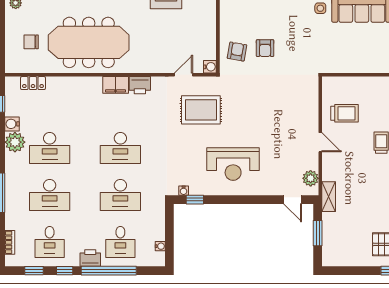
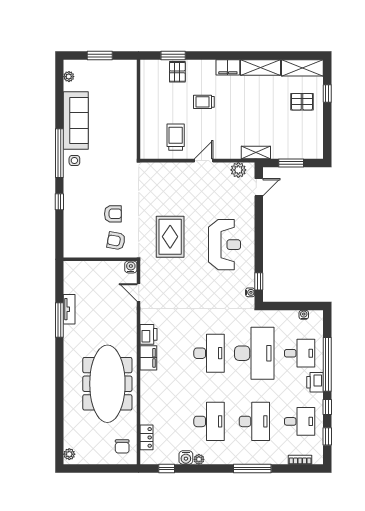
chair: (31, 42) -> (122, 446), moved
rug: (201, 110) -> (170, 237), moved
plant: (15, 142) -> (199, 459), width x0.53, depth x0.53
desk: (120, 195) -> (254, 353), width x1.36, depth x1.30

